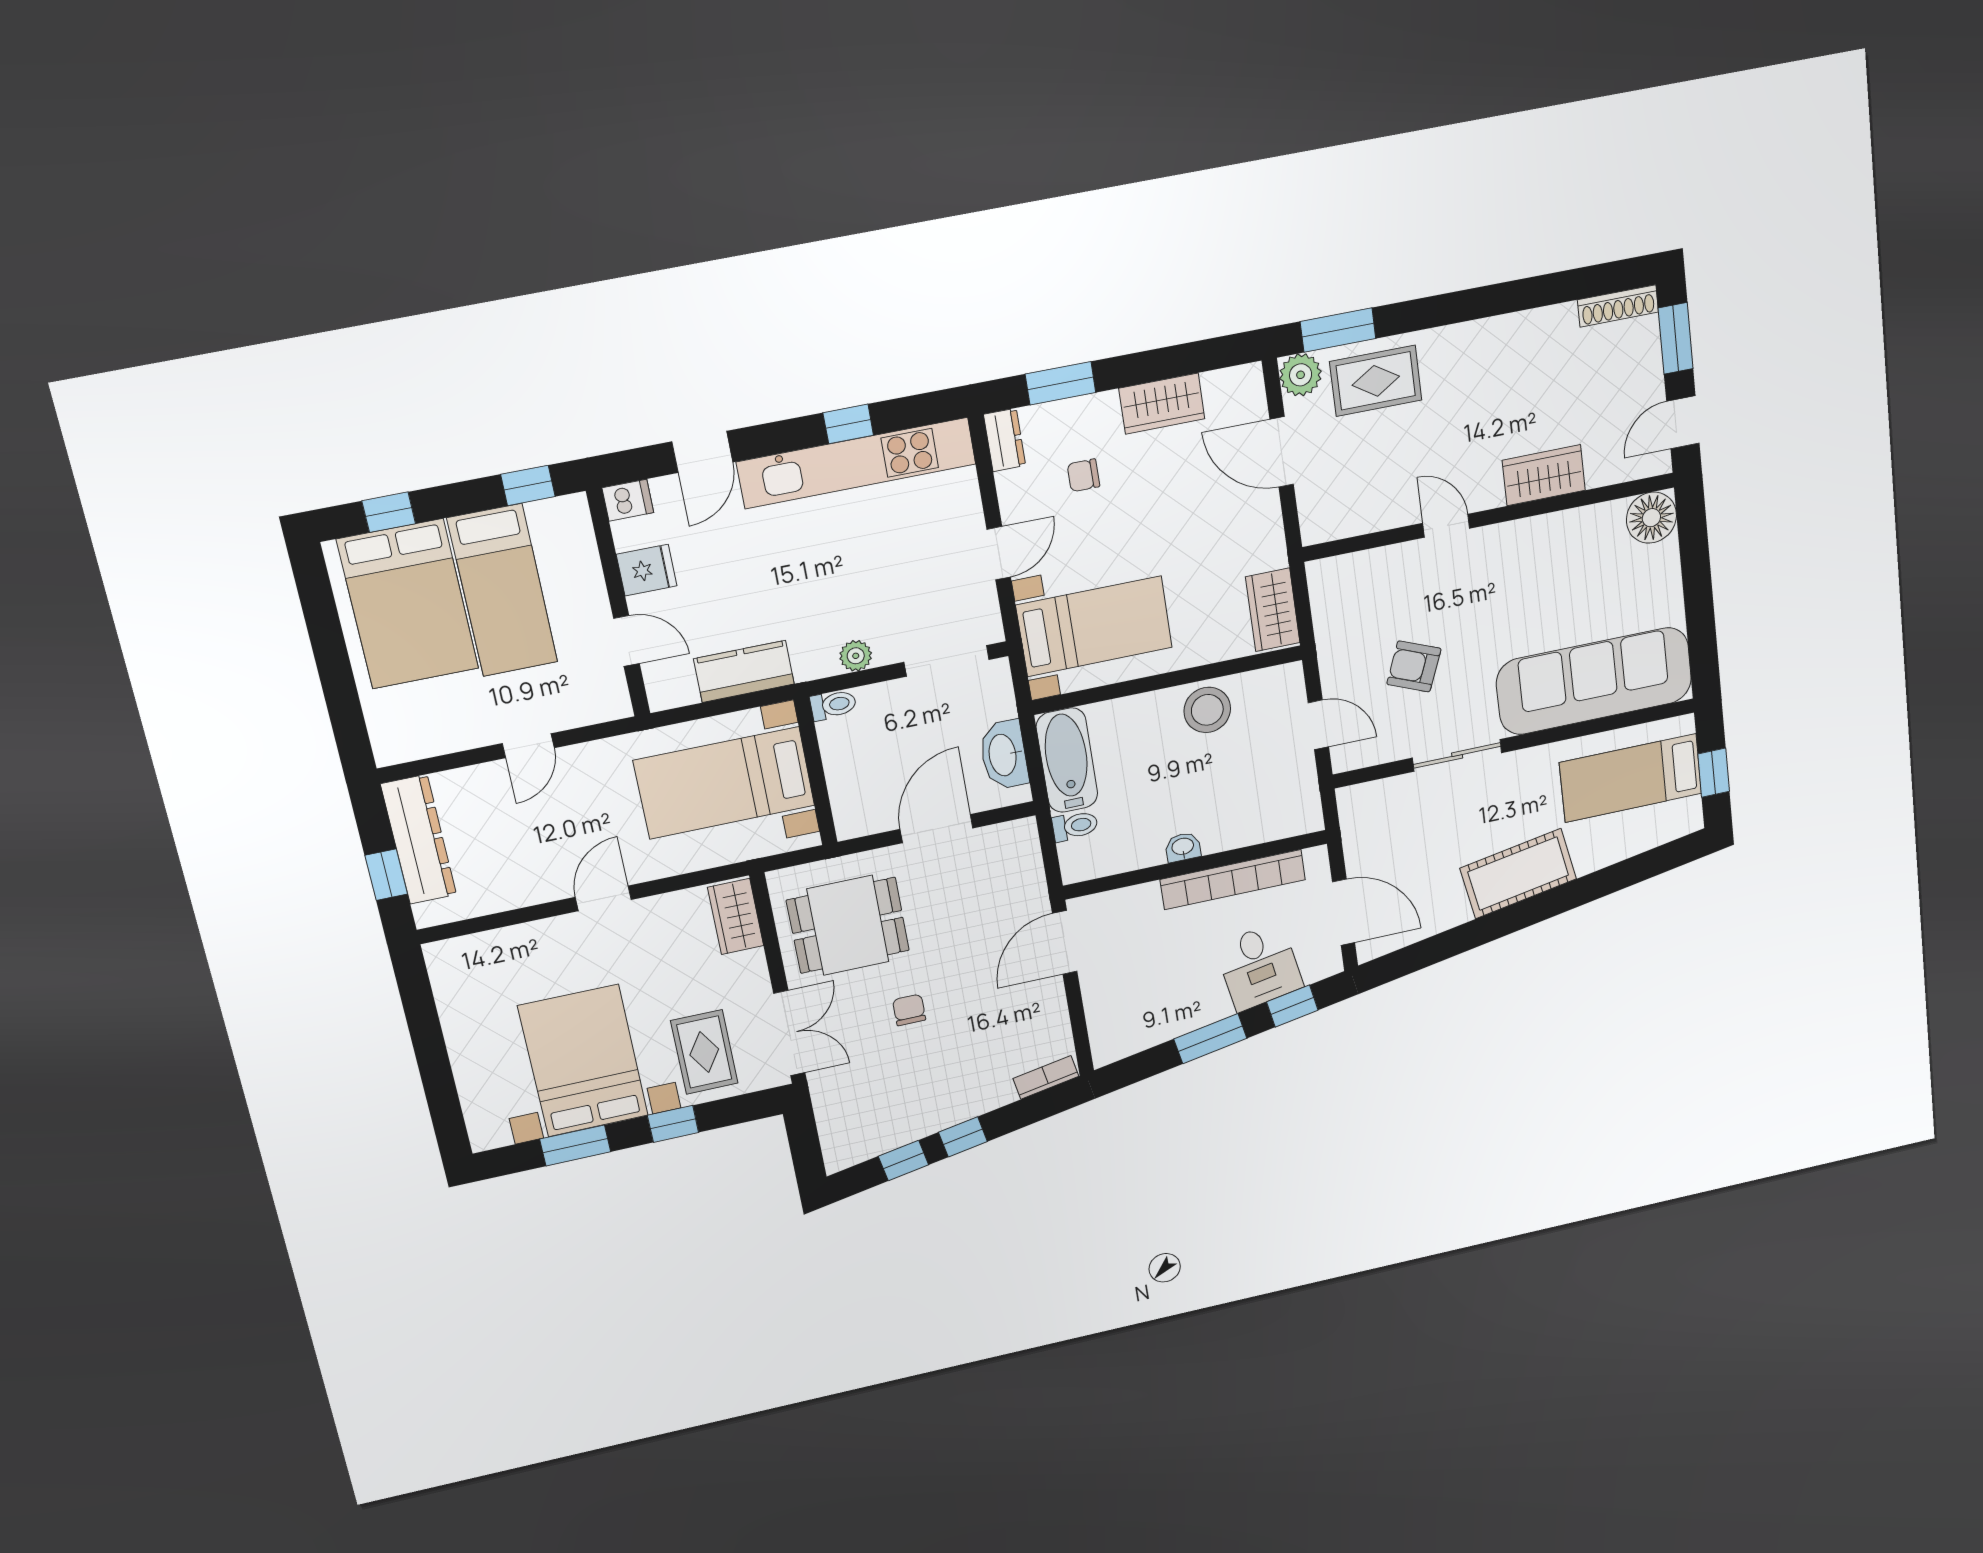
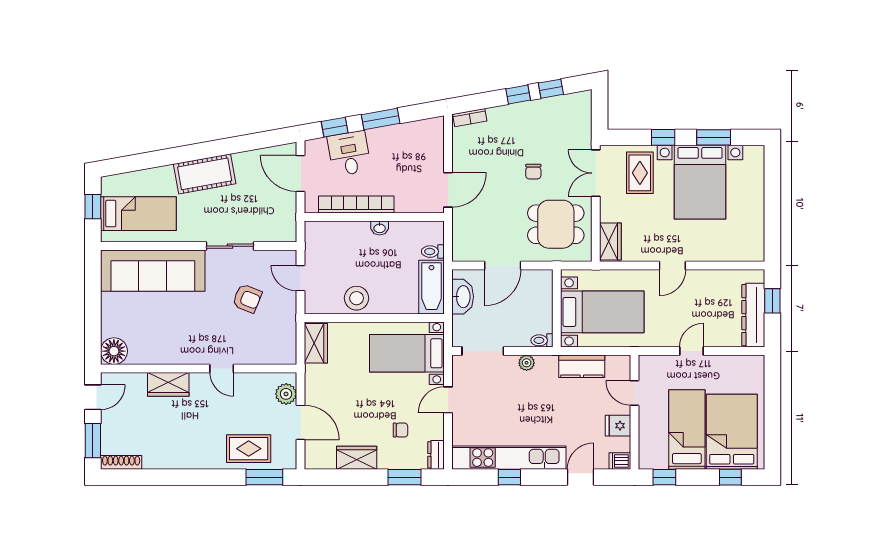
plant: (1301, 375) -> (286, 394), moved

